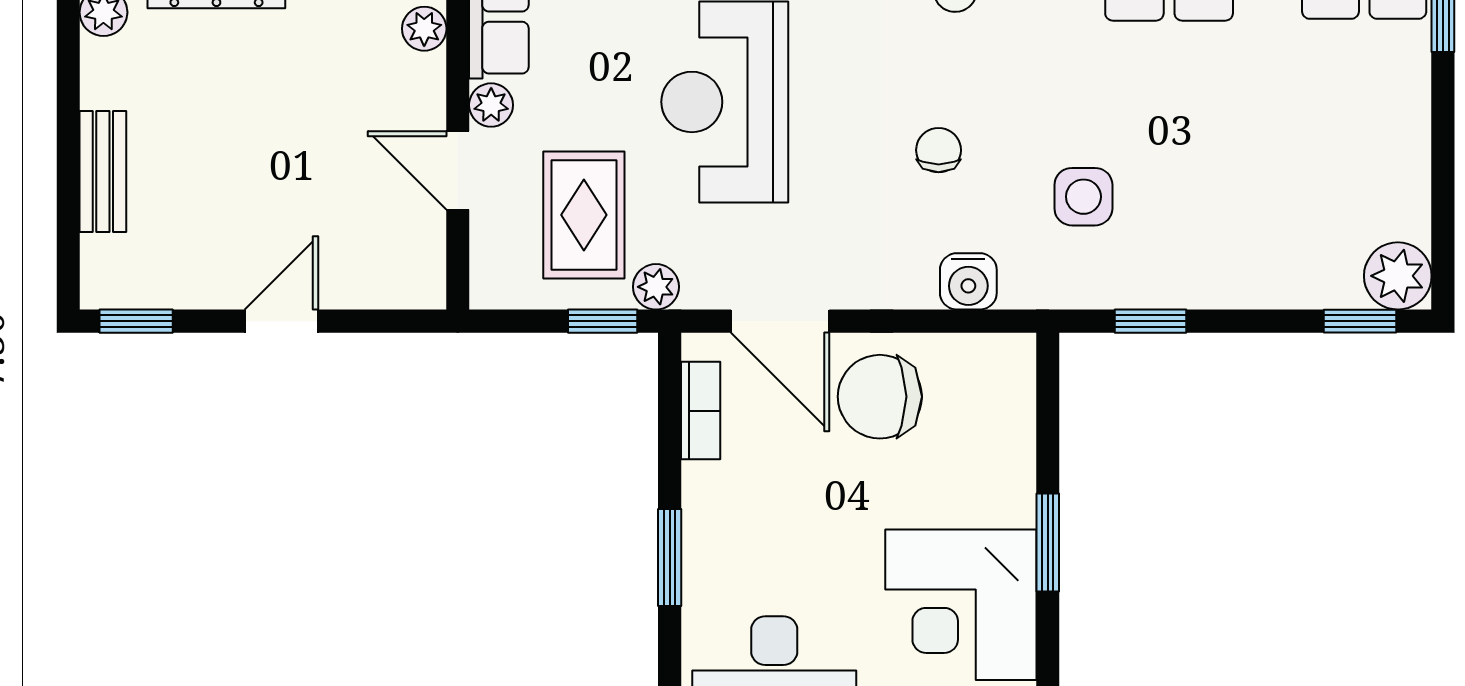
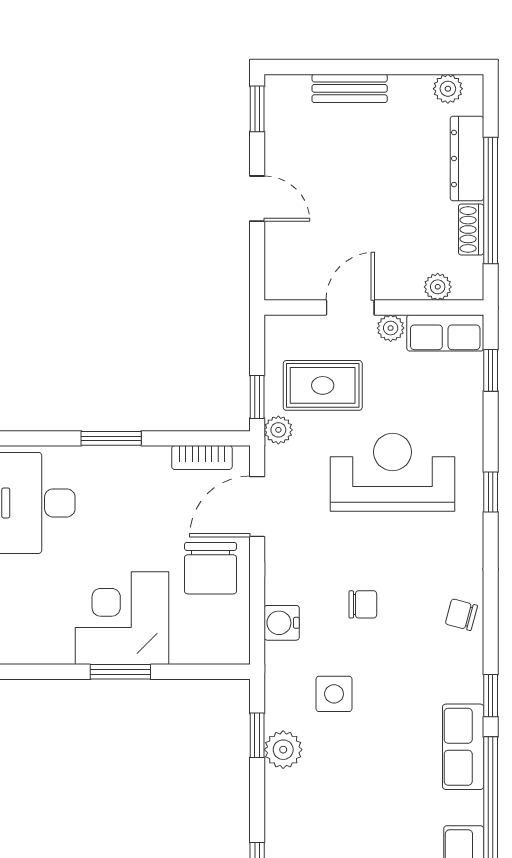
plant: (1174, 279) -> (283, 750), added
chair: (880, 397) -> (211, 568), turned 180
corner desk: (961, 605) -> (122, 618), moved

